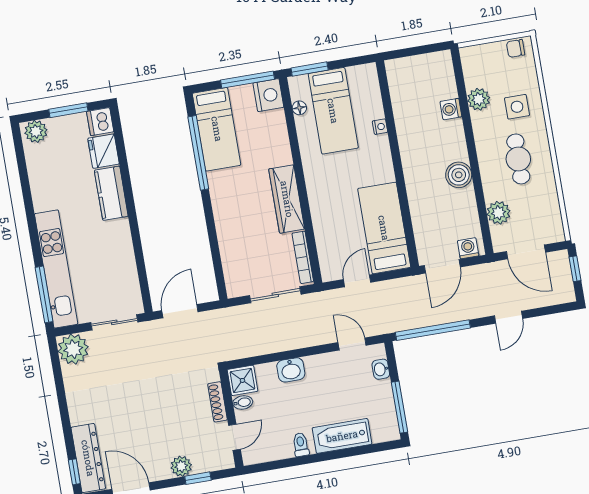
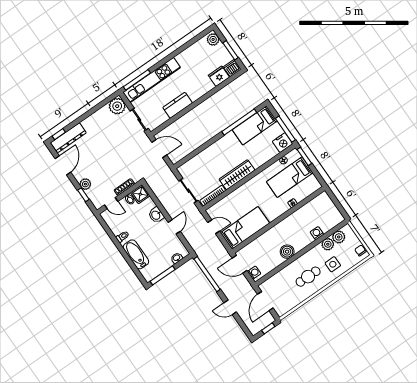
kitchen counter: (111, 193) -> (178, 105), moved
plant: (499, 213) -> (339, 237), moved
door: (352, 344) -> (174, 227), moved

